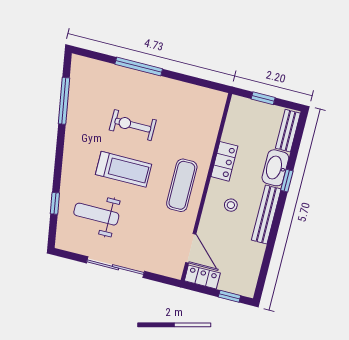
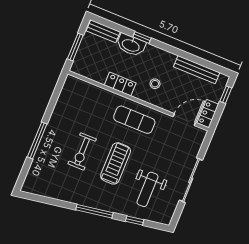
window: (263, 98) -> (75, 47), width x1.50
window: (64, 101) -> (94, 211), moved
bench: (266, 215) -> (197, 70), moved

